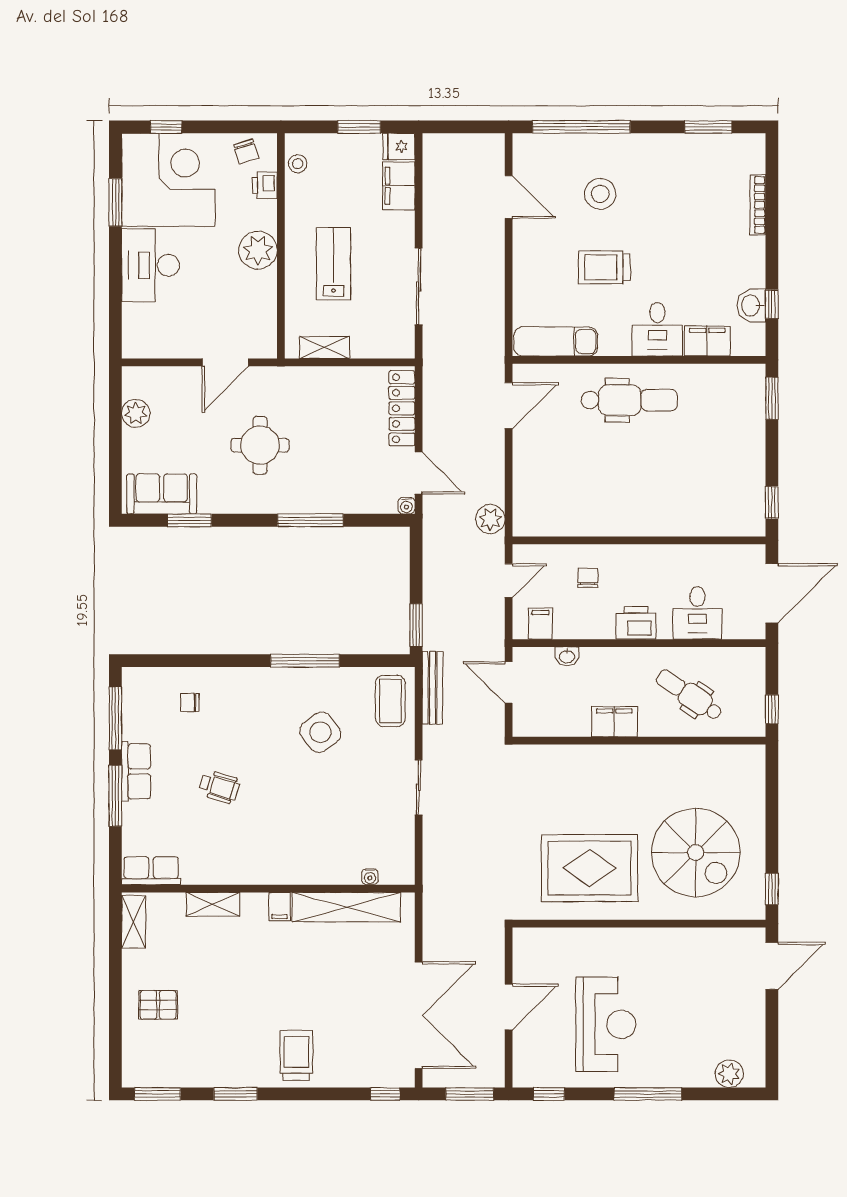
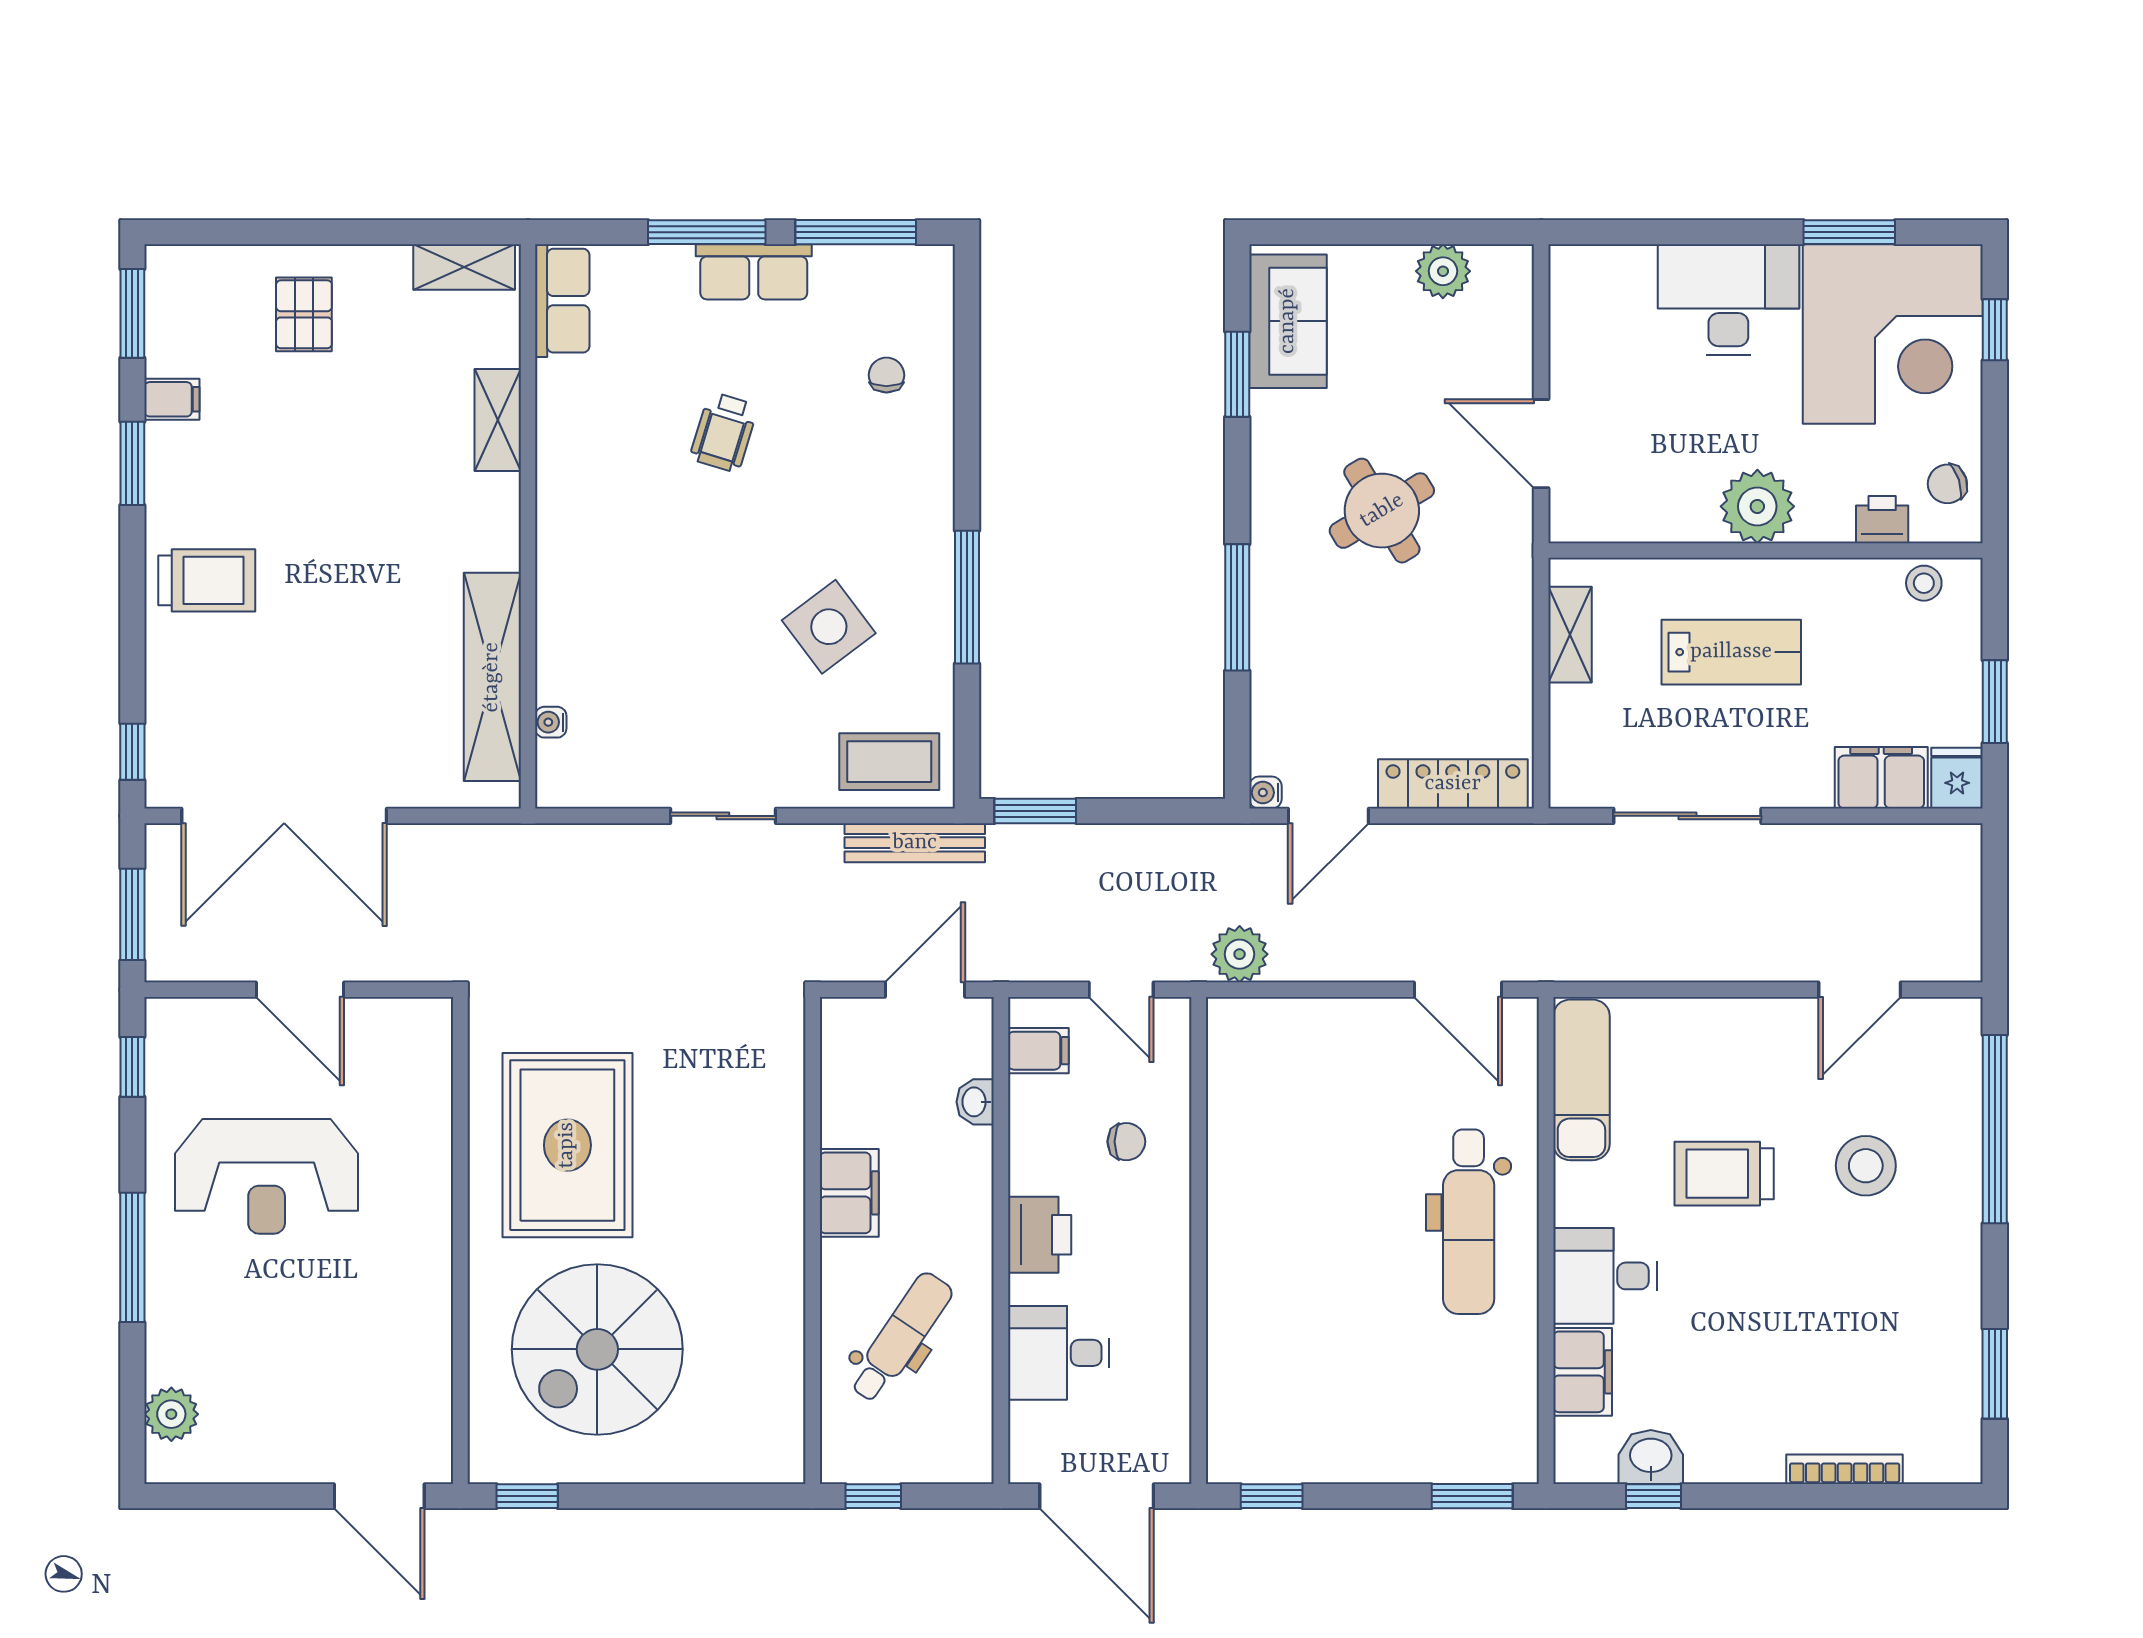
trolley: (604, 267) -> (1724, 1174), turned -90
round table: (260, 445) -> (1382, 511), turned -31
filing cabinet: (280, 907) -> (172, 399), moved, turned 180

